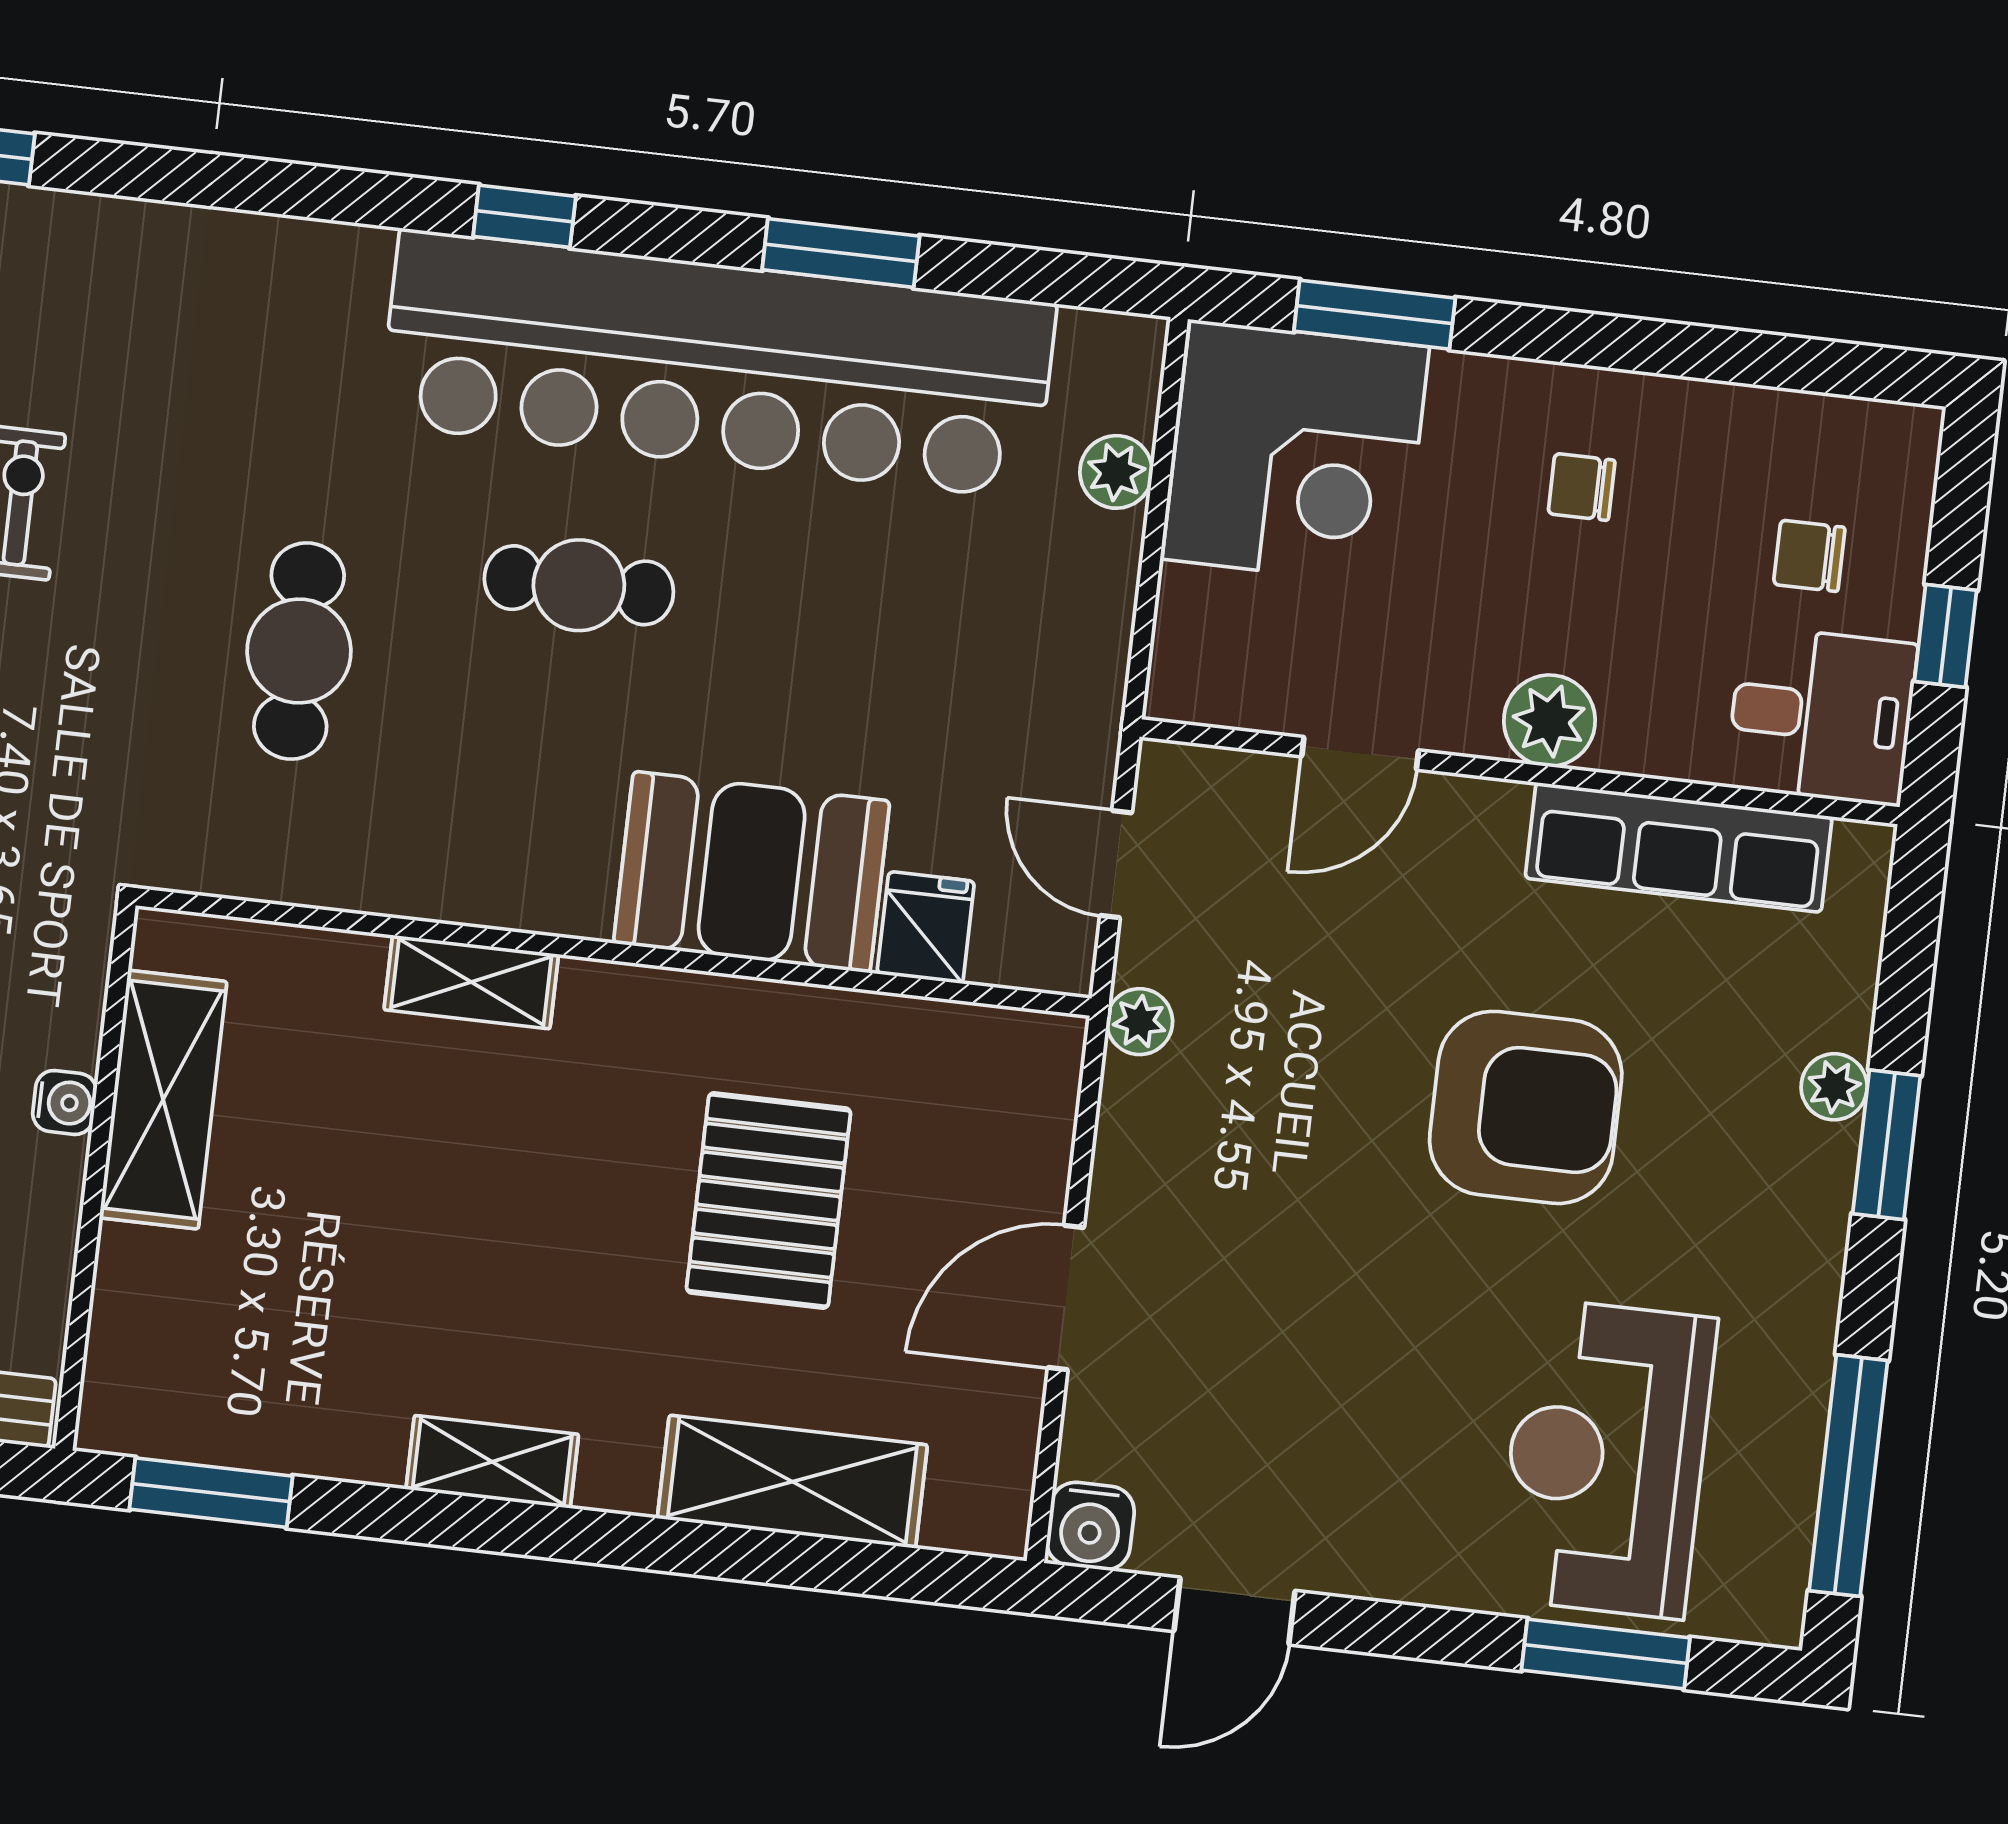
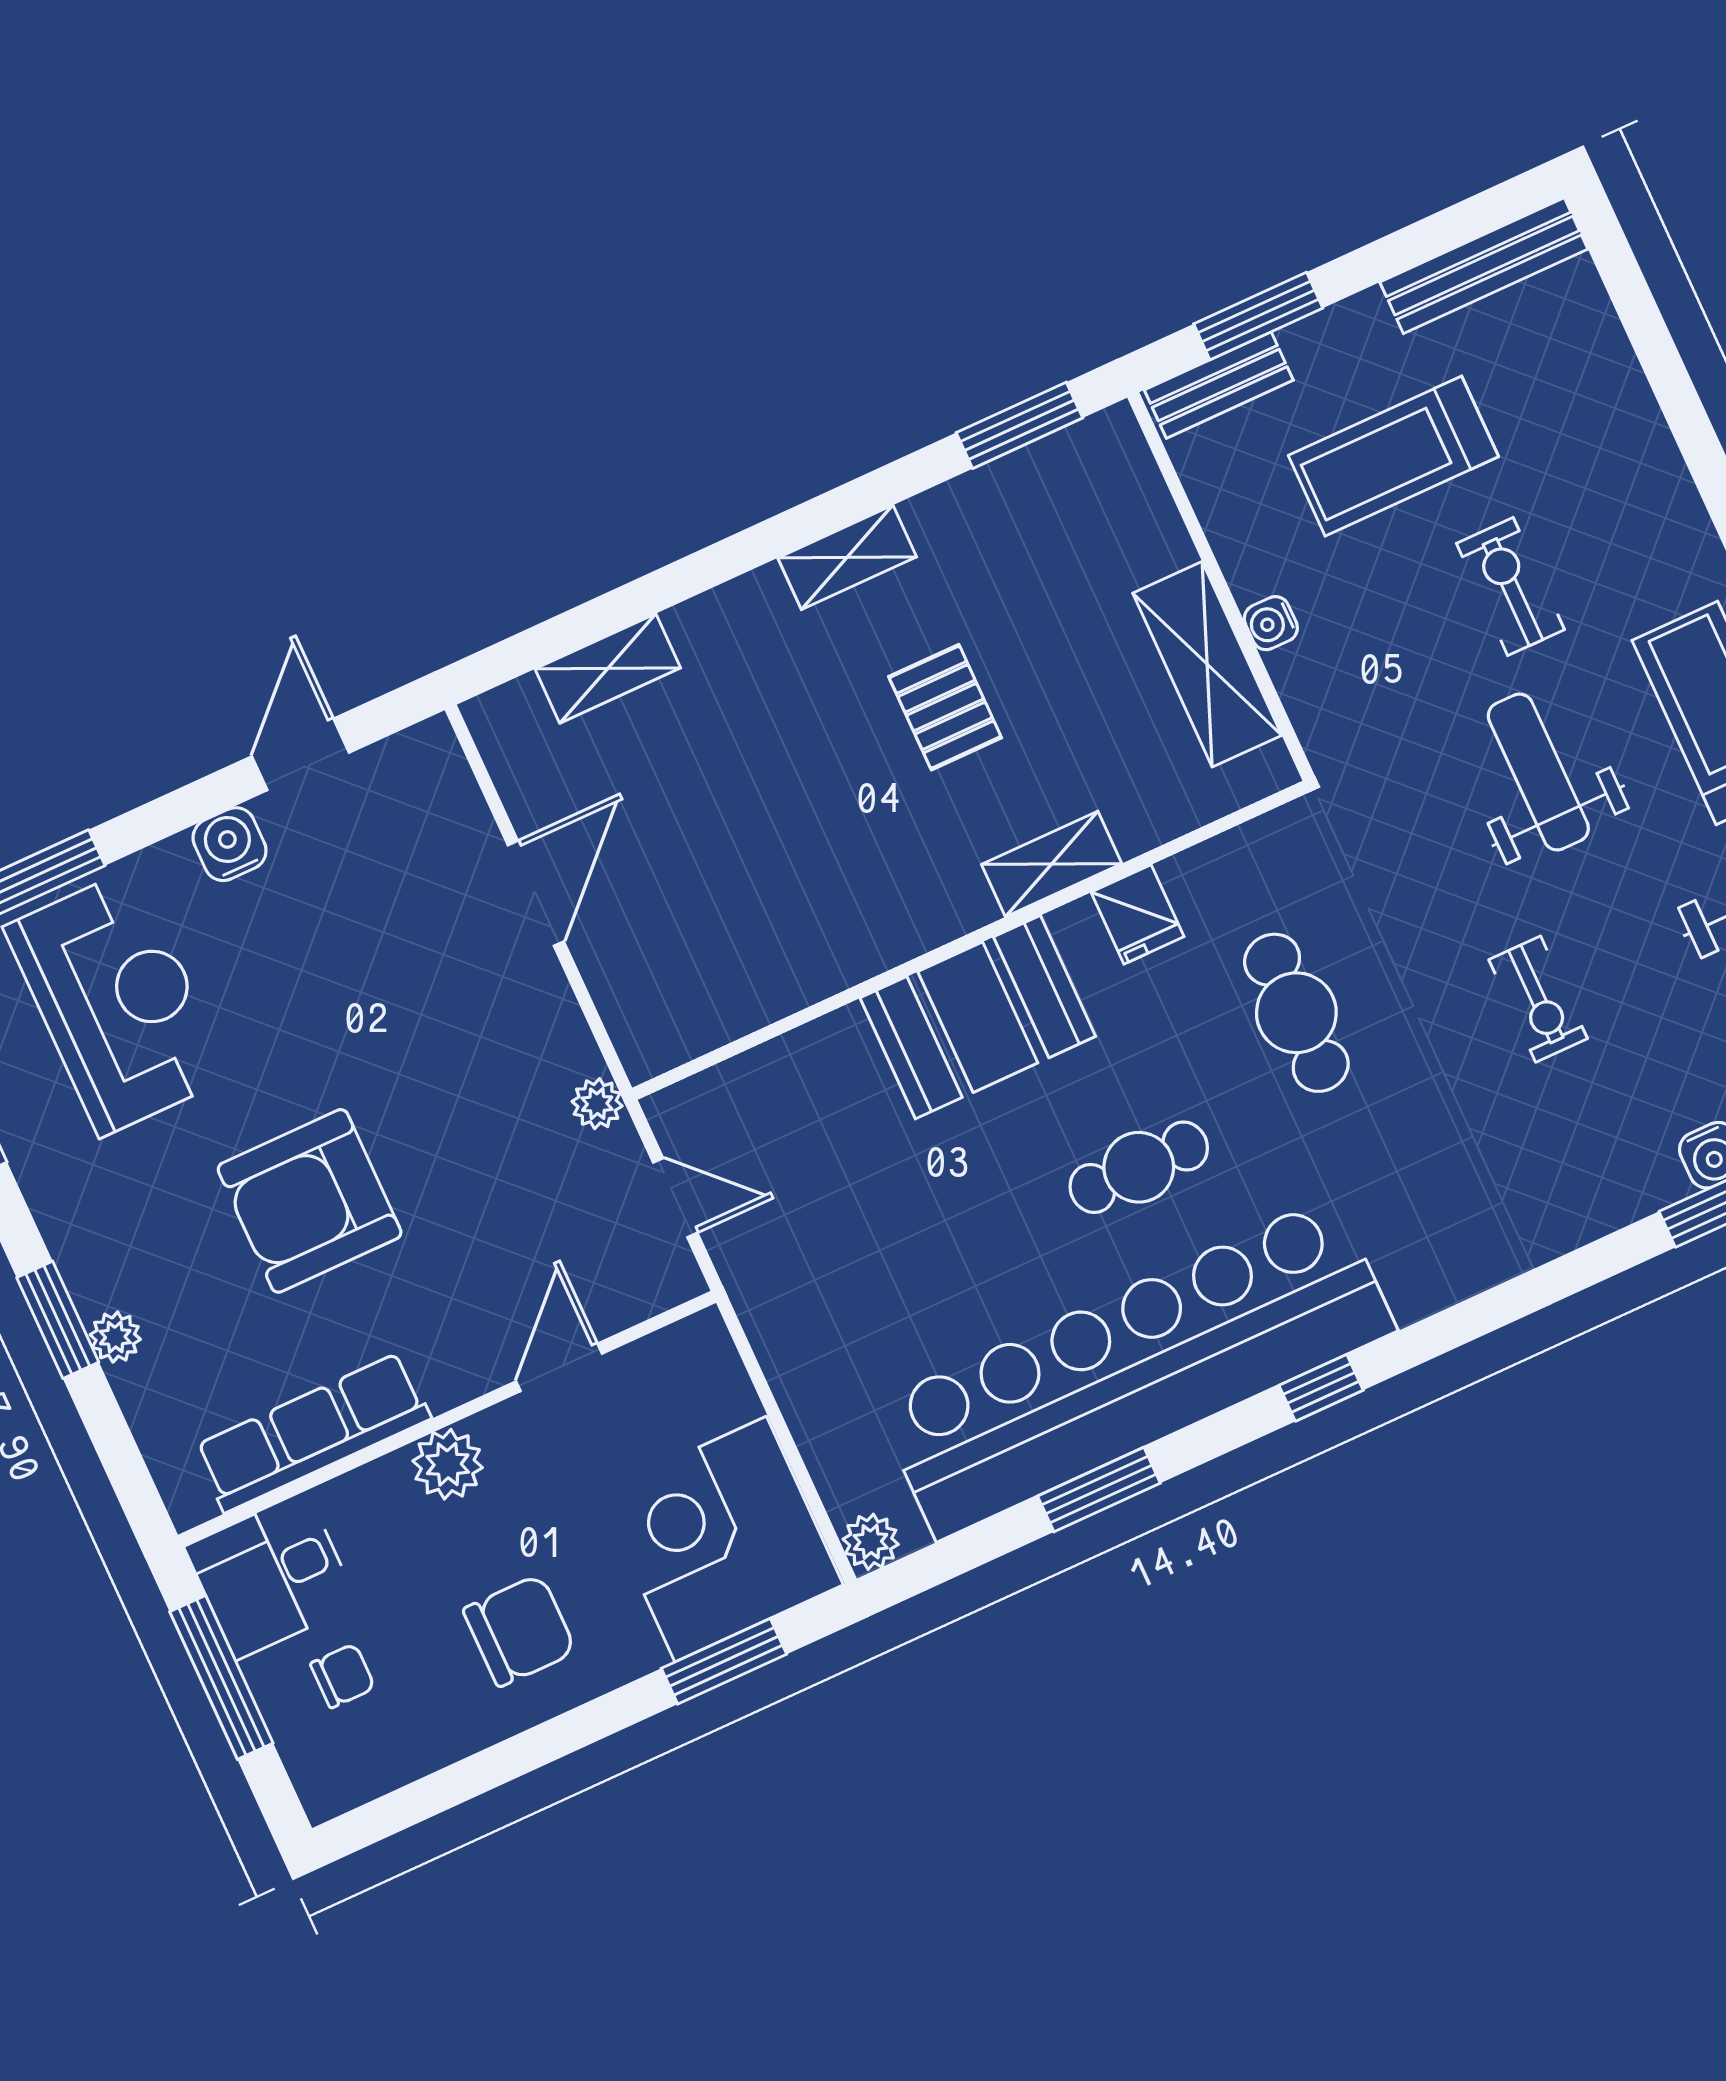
plant: (1116, 472) -> (871, 1542), moved
chair: (1582, 487) -> (520, 1630), width x1.87, depth x1.87
window: (1945, 636) -> (221, 1677), width x2.17
booth: (752, 872) -> (978, 1017), moved
fridge: (926, 928) -> (1138, 914), moved
pallet: (769, 1201) -> (945, 707), moved, width x0.67, depth x0.71
shelving: (792, 1482) -> (608, 668), width x0.67, depth x0.75
water cooler: (1090, 1526) -> (230, 844), moved

